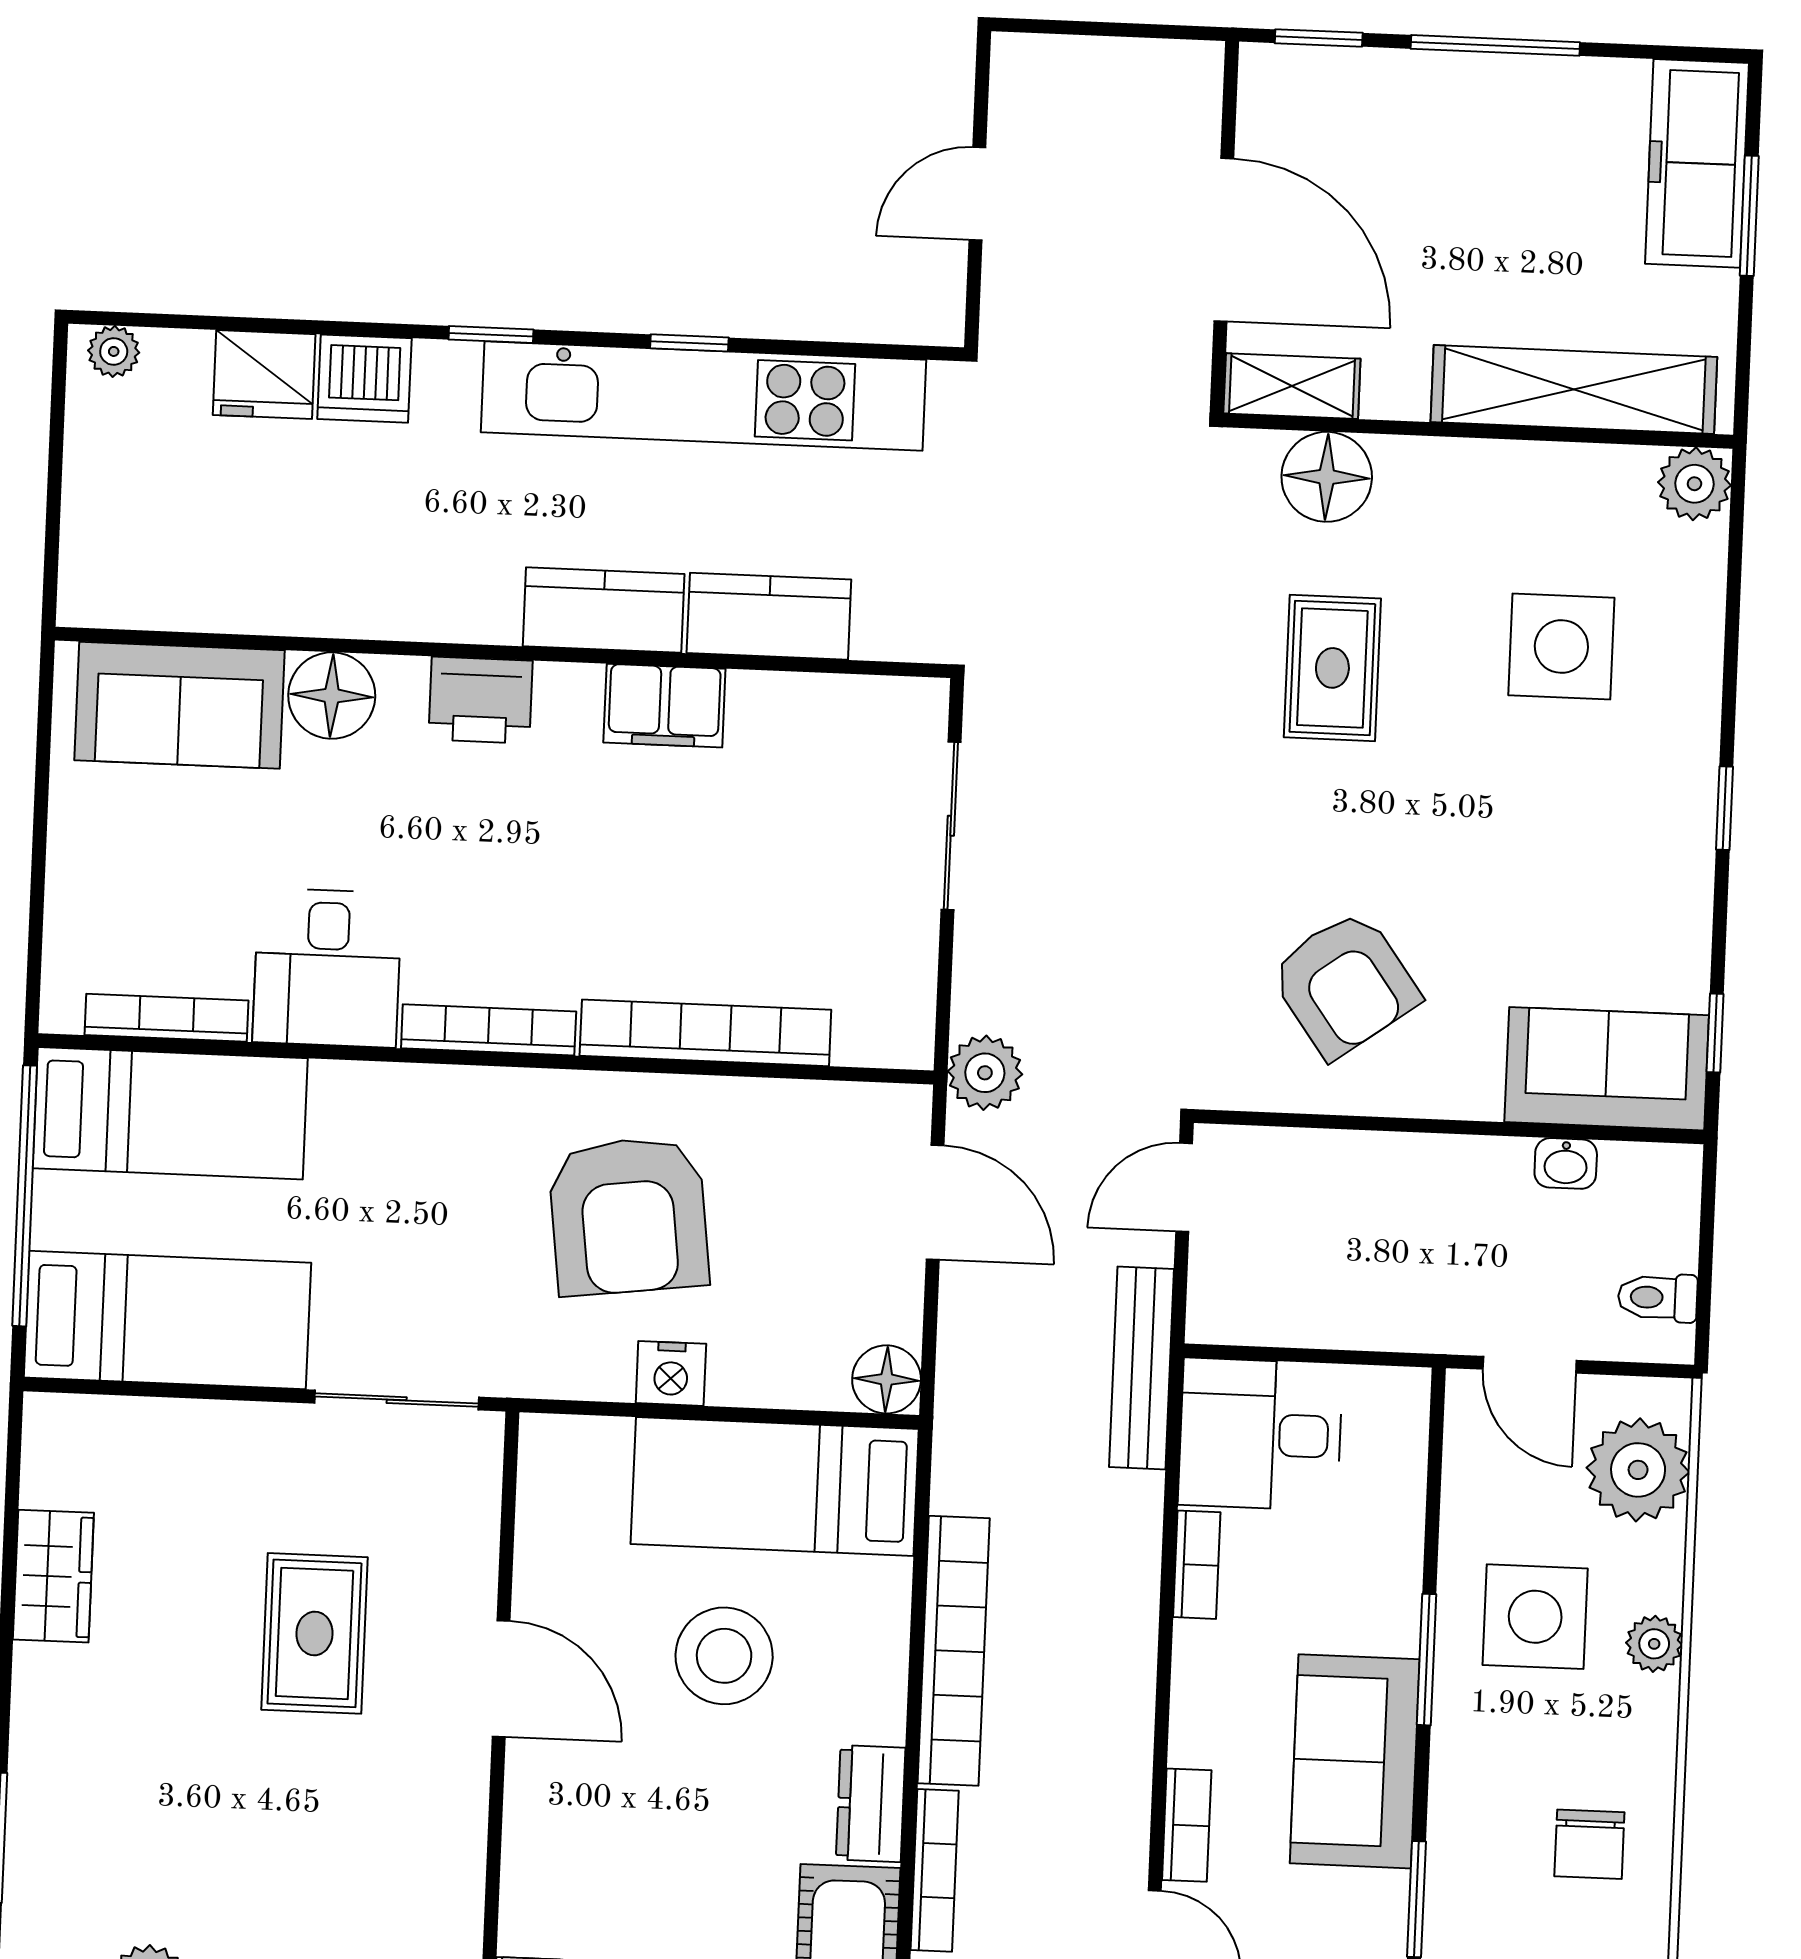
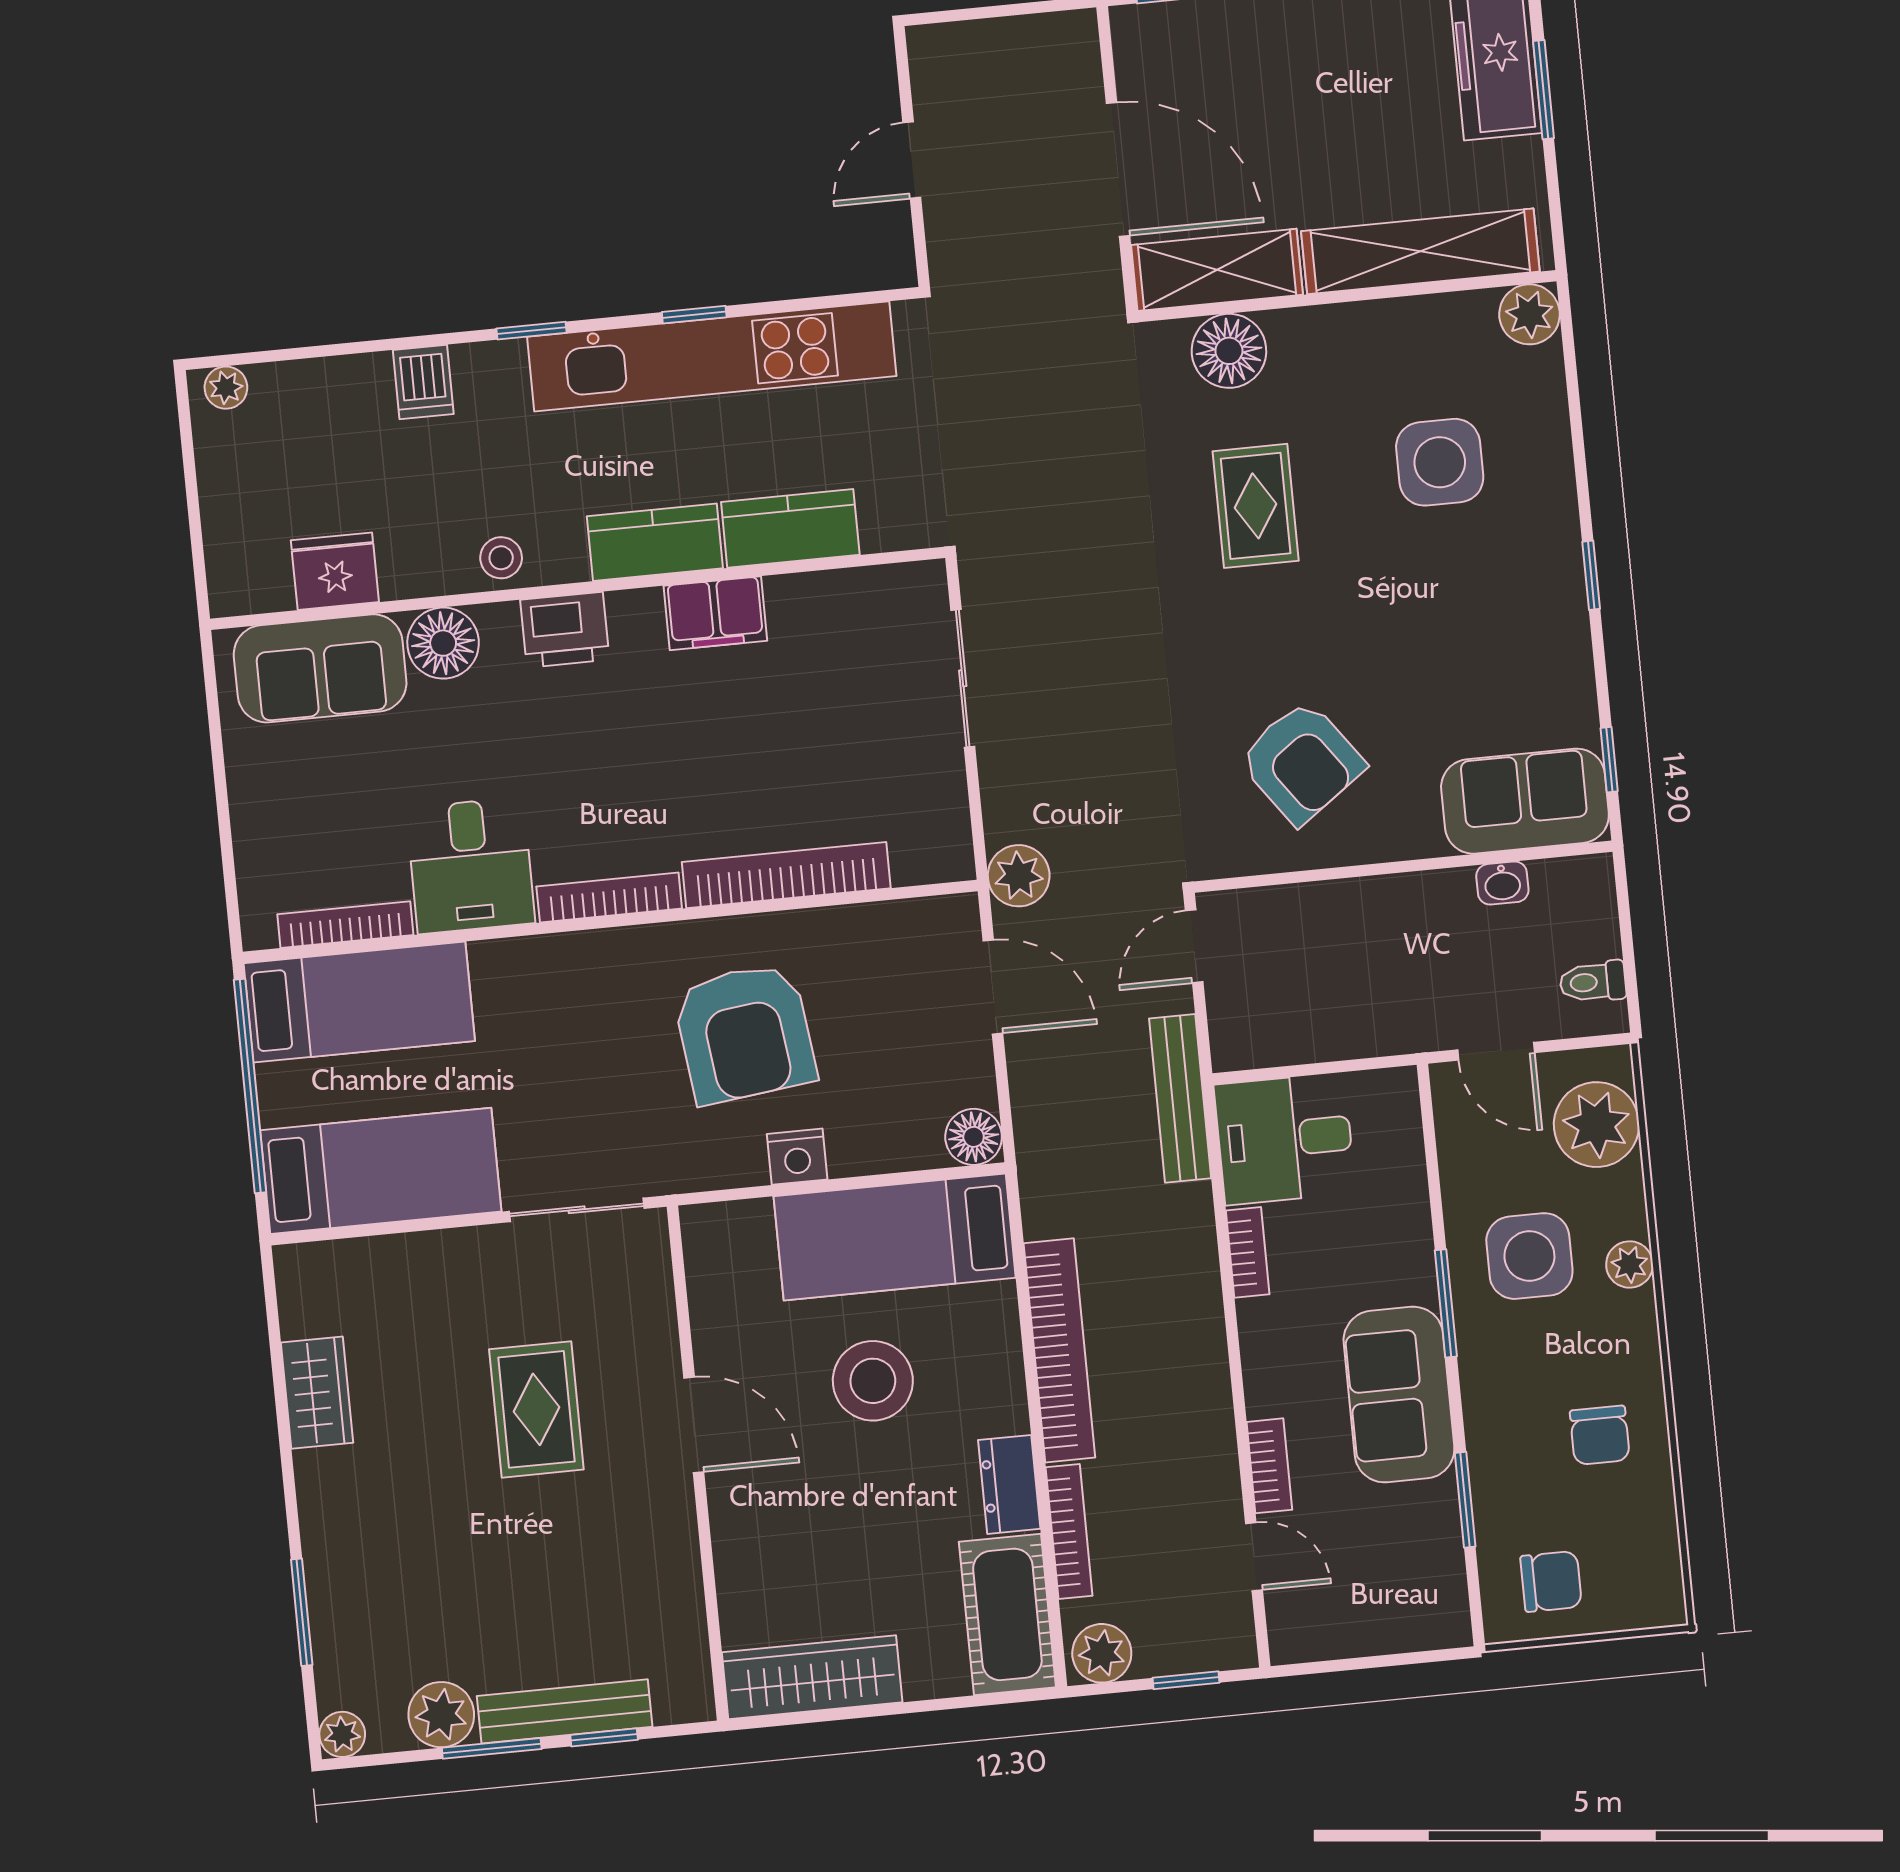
fridge: (264, 375) -> (335, 571), moved, turned 180
dishwasher: (364, 379) -> (423, 382), width x0.73
shelving: (1292, 386) -> (1217, 270), width x1.50, depth x1.33
stool: (416, 603) -> (501, 558), added

